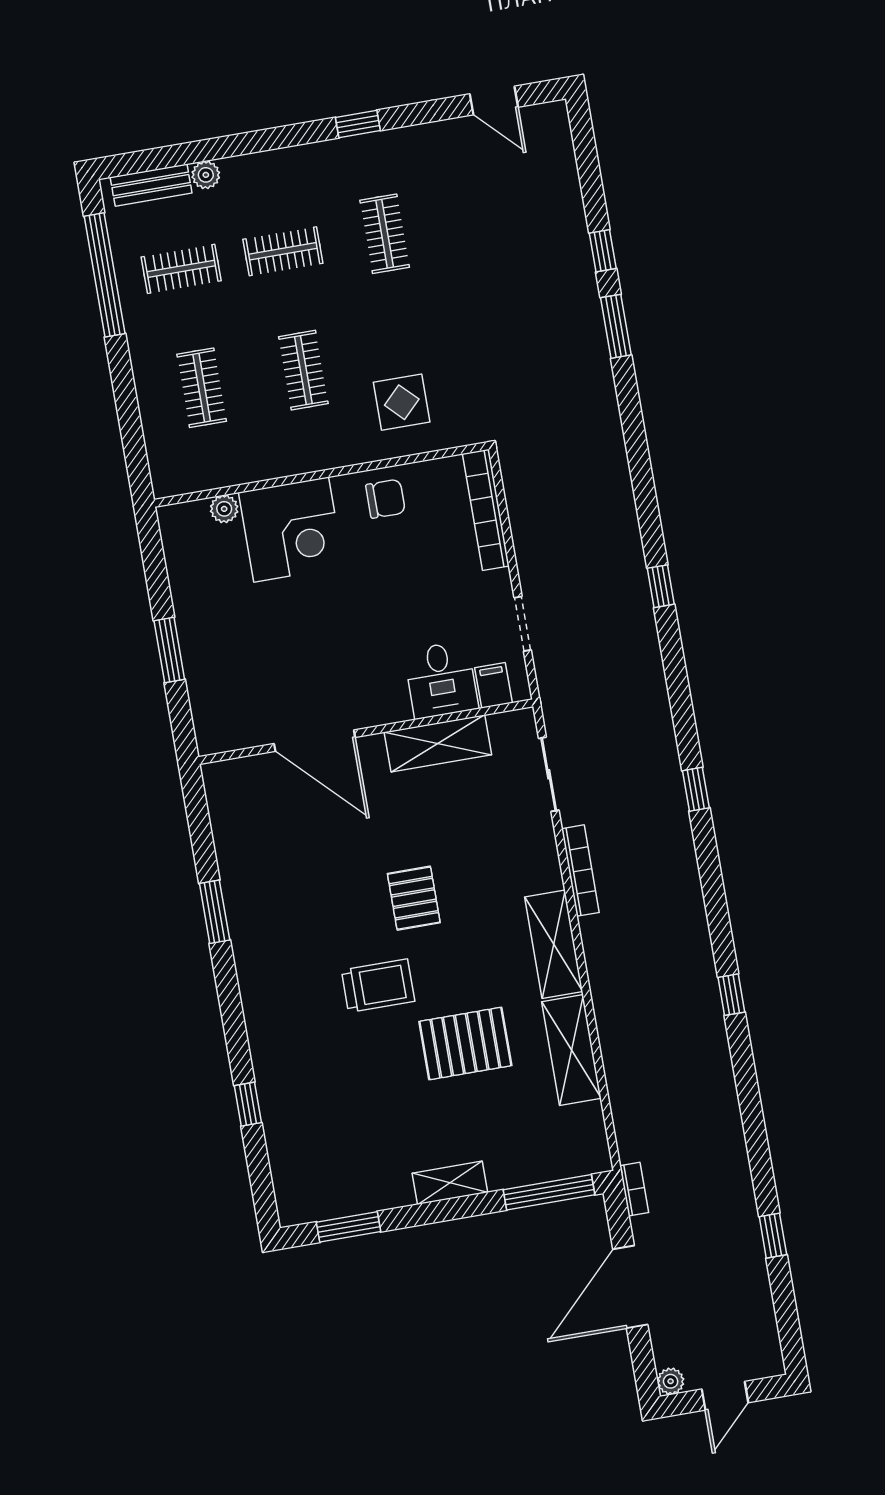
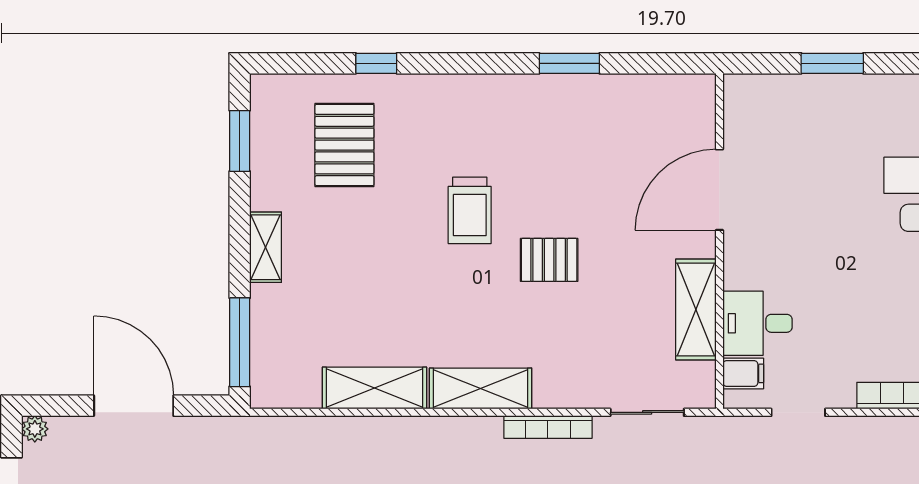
pallet: (465, 1043) -> (344, 145), moved
bookcase: (634, 1189) -> (228, 426), removed

